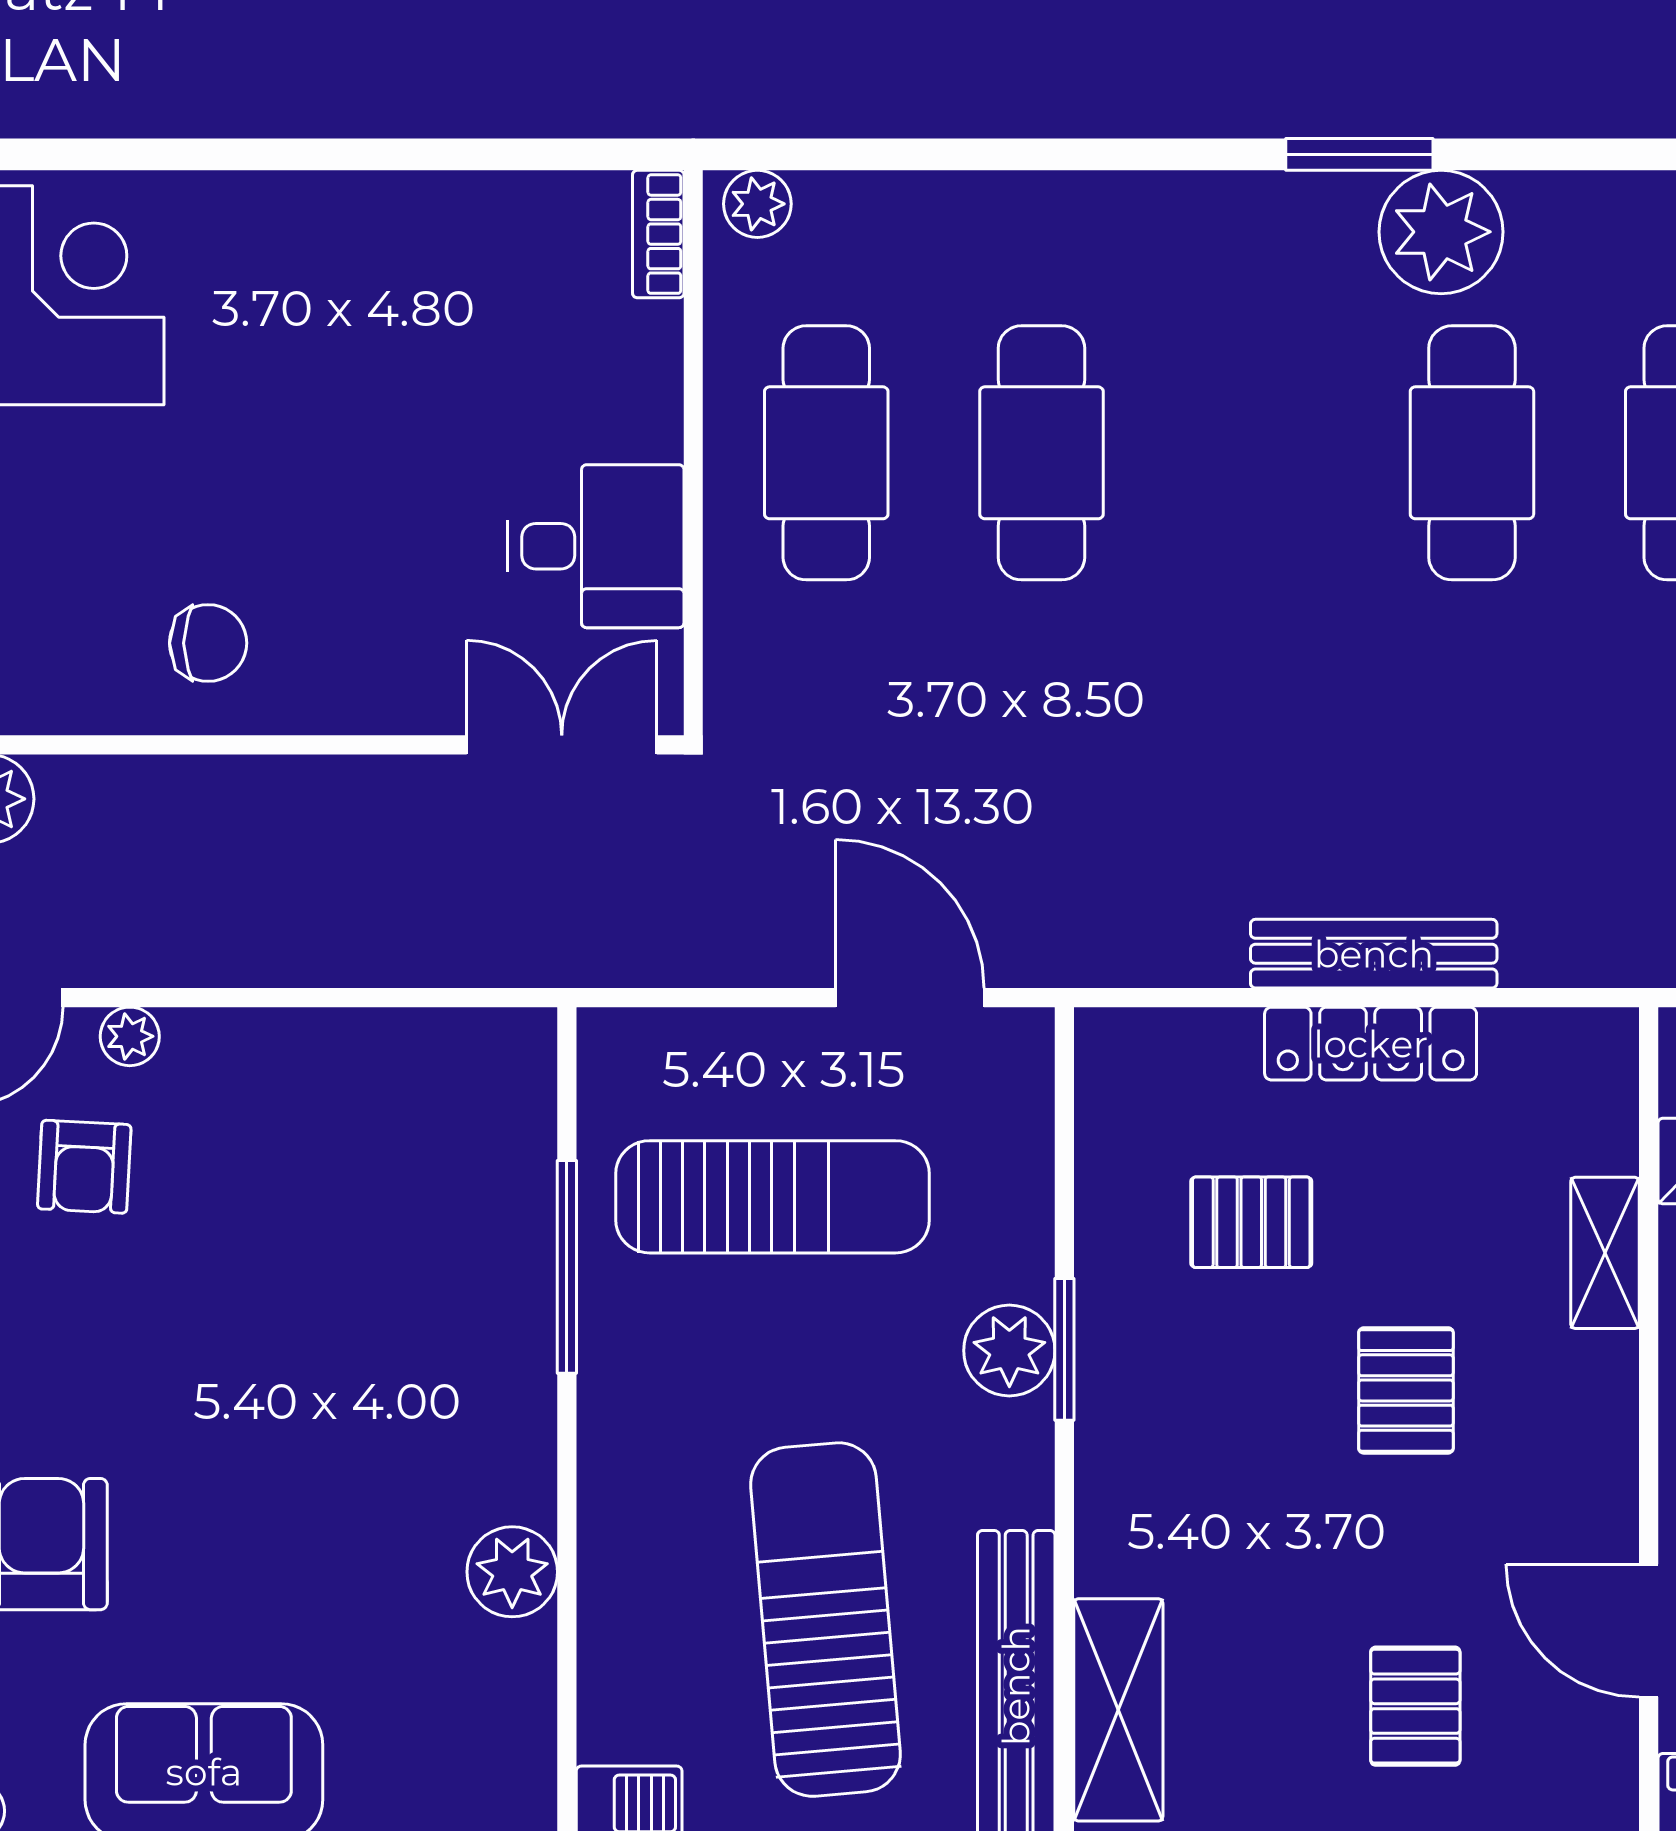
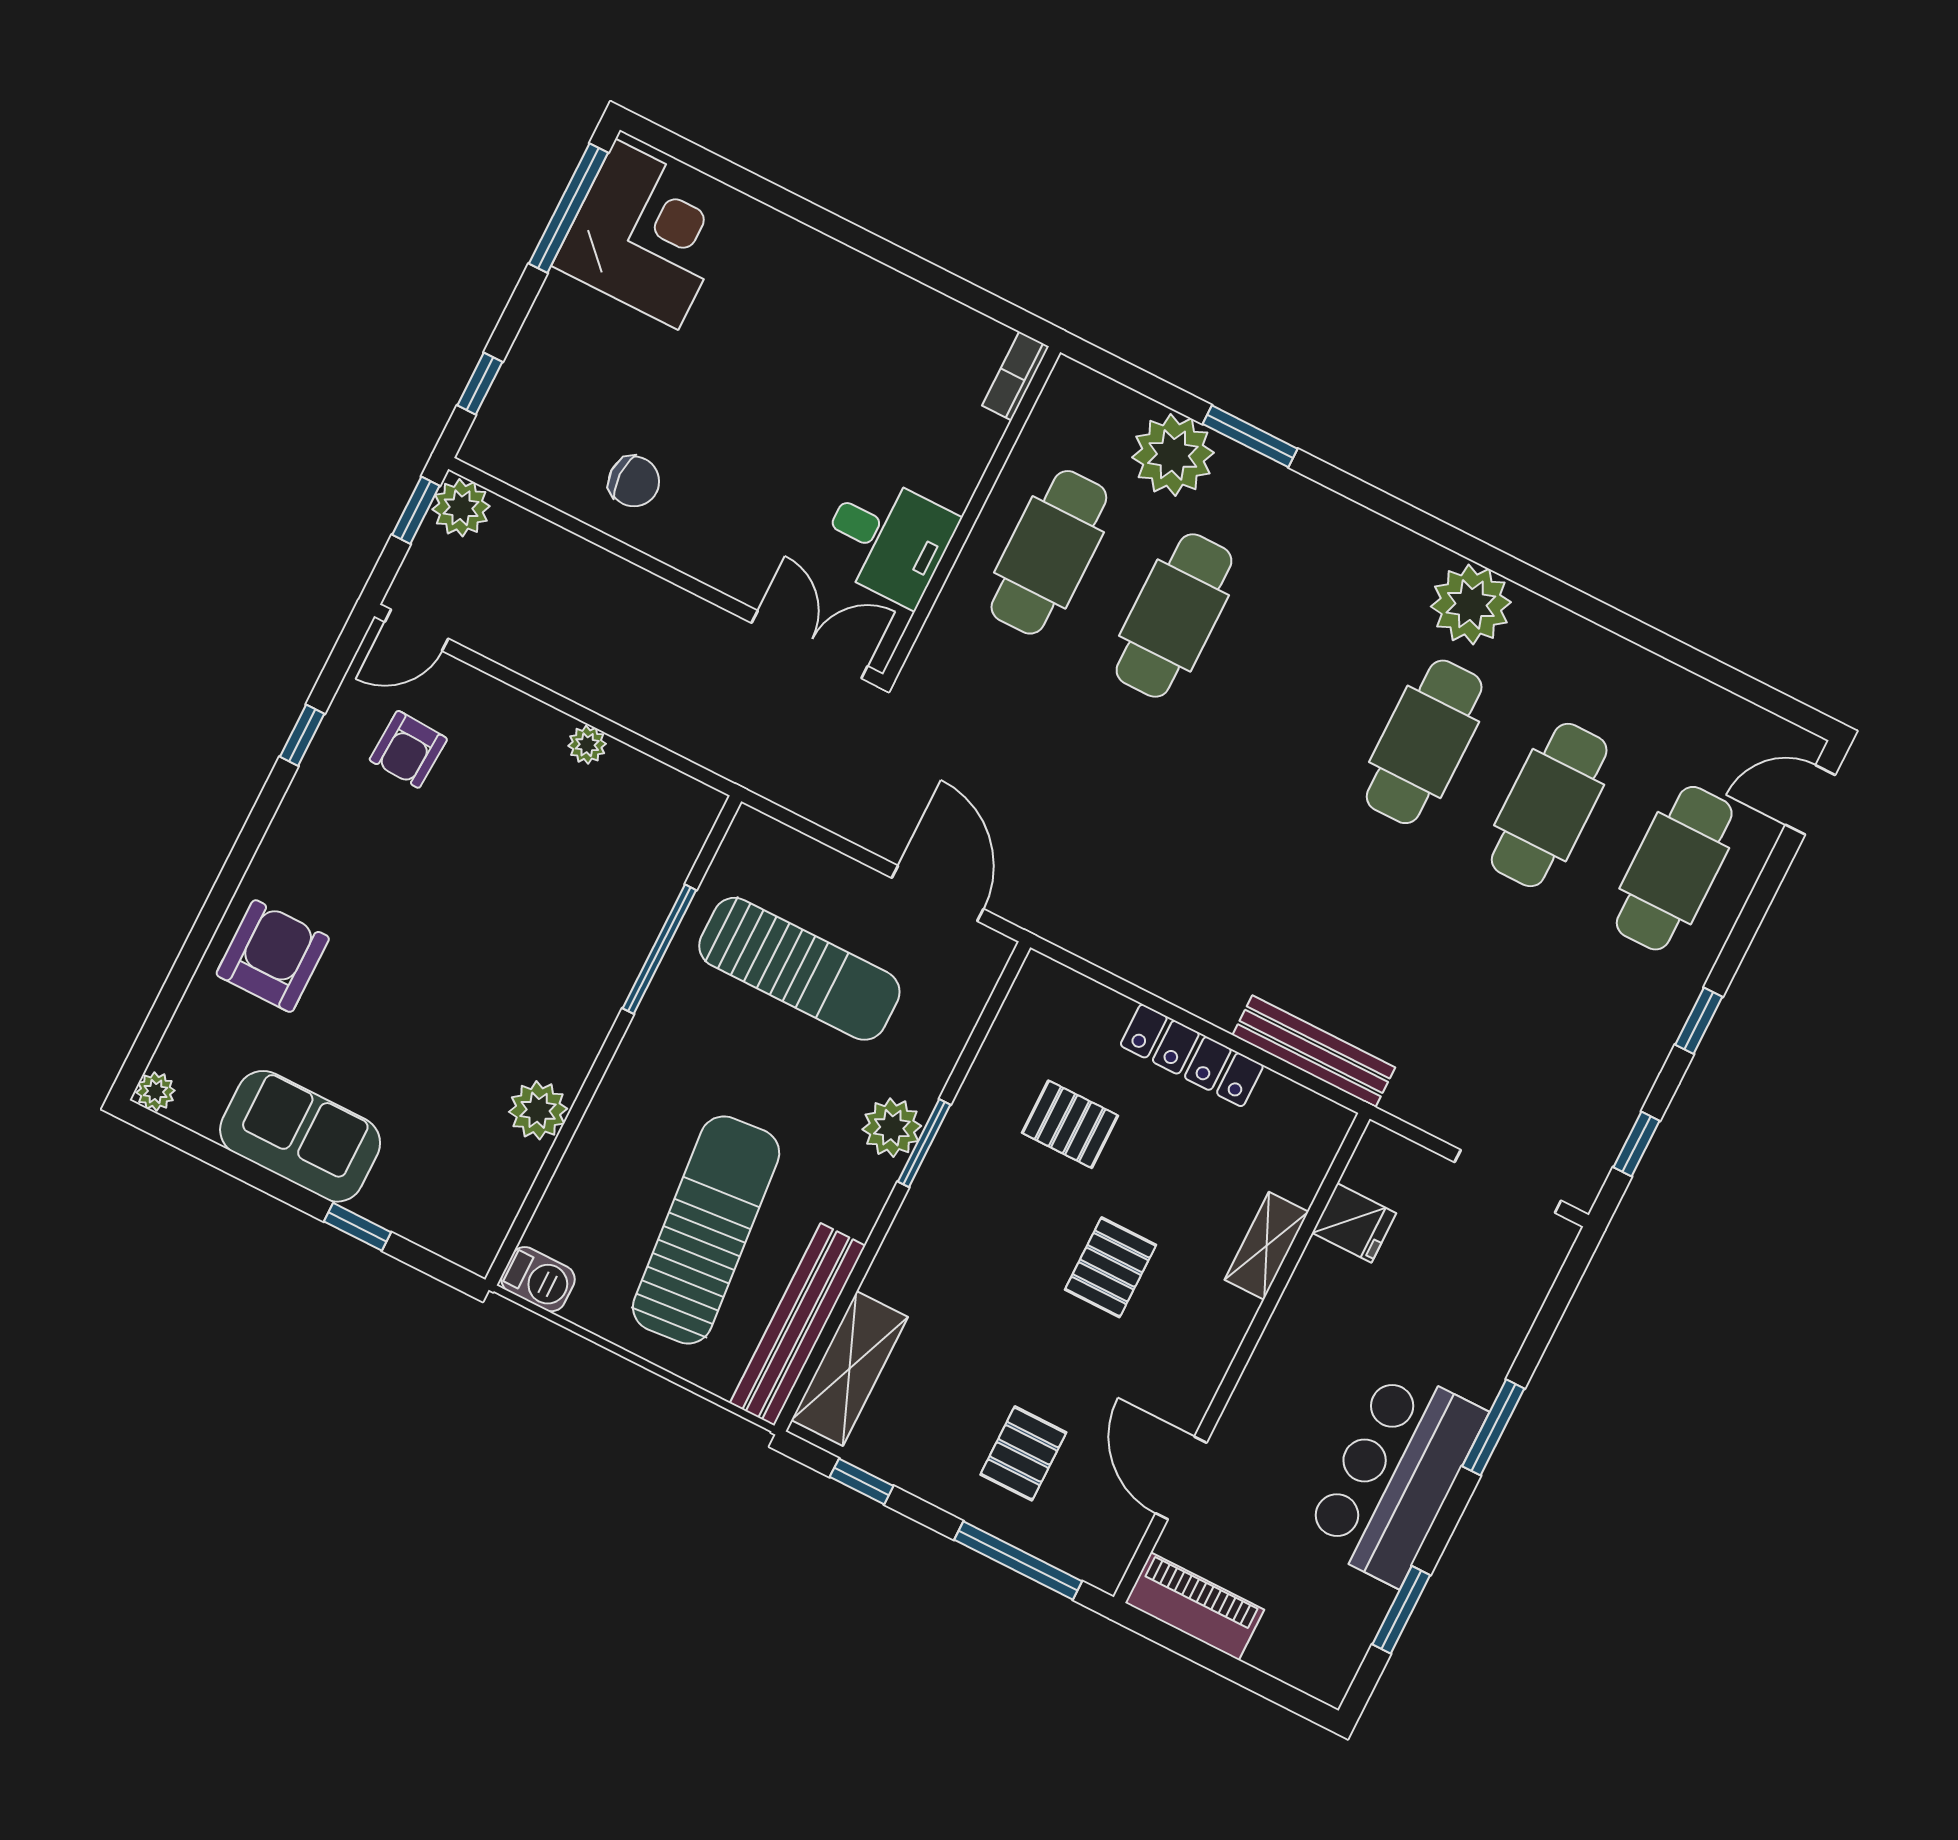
window: (1359, 154) -> (1250, 436), moved
plant: (757, 204) -> (1173, 455), moved, width x1.88, depth x1.88
bench: (1374, 954) -> (1314, 1051), moved
plant: (130, 1036) -> (587, 745), moved

